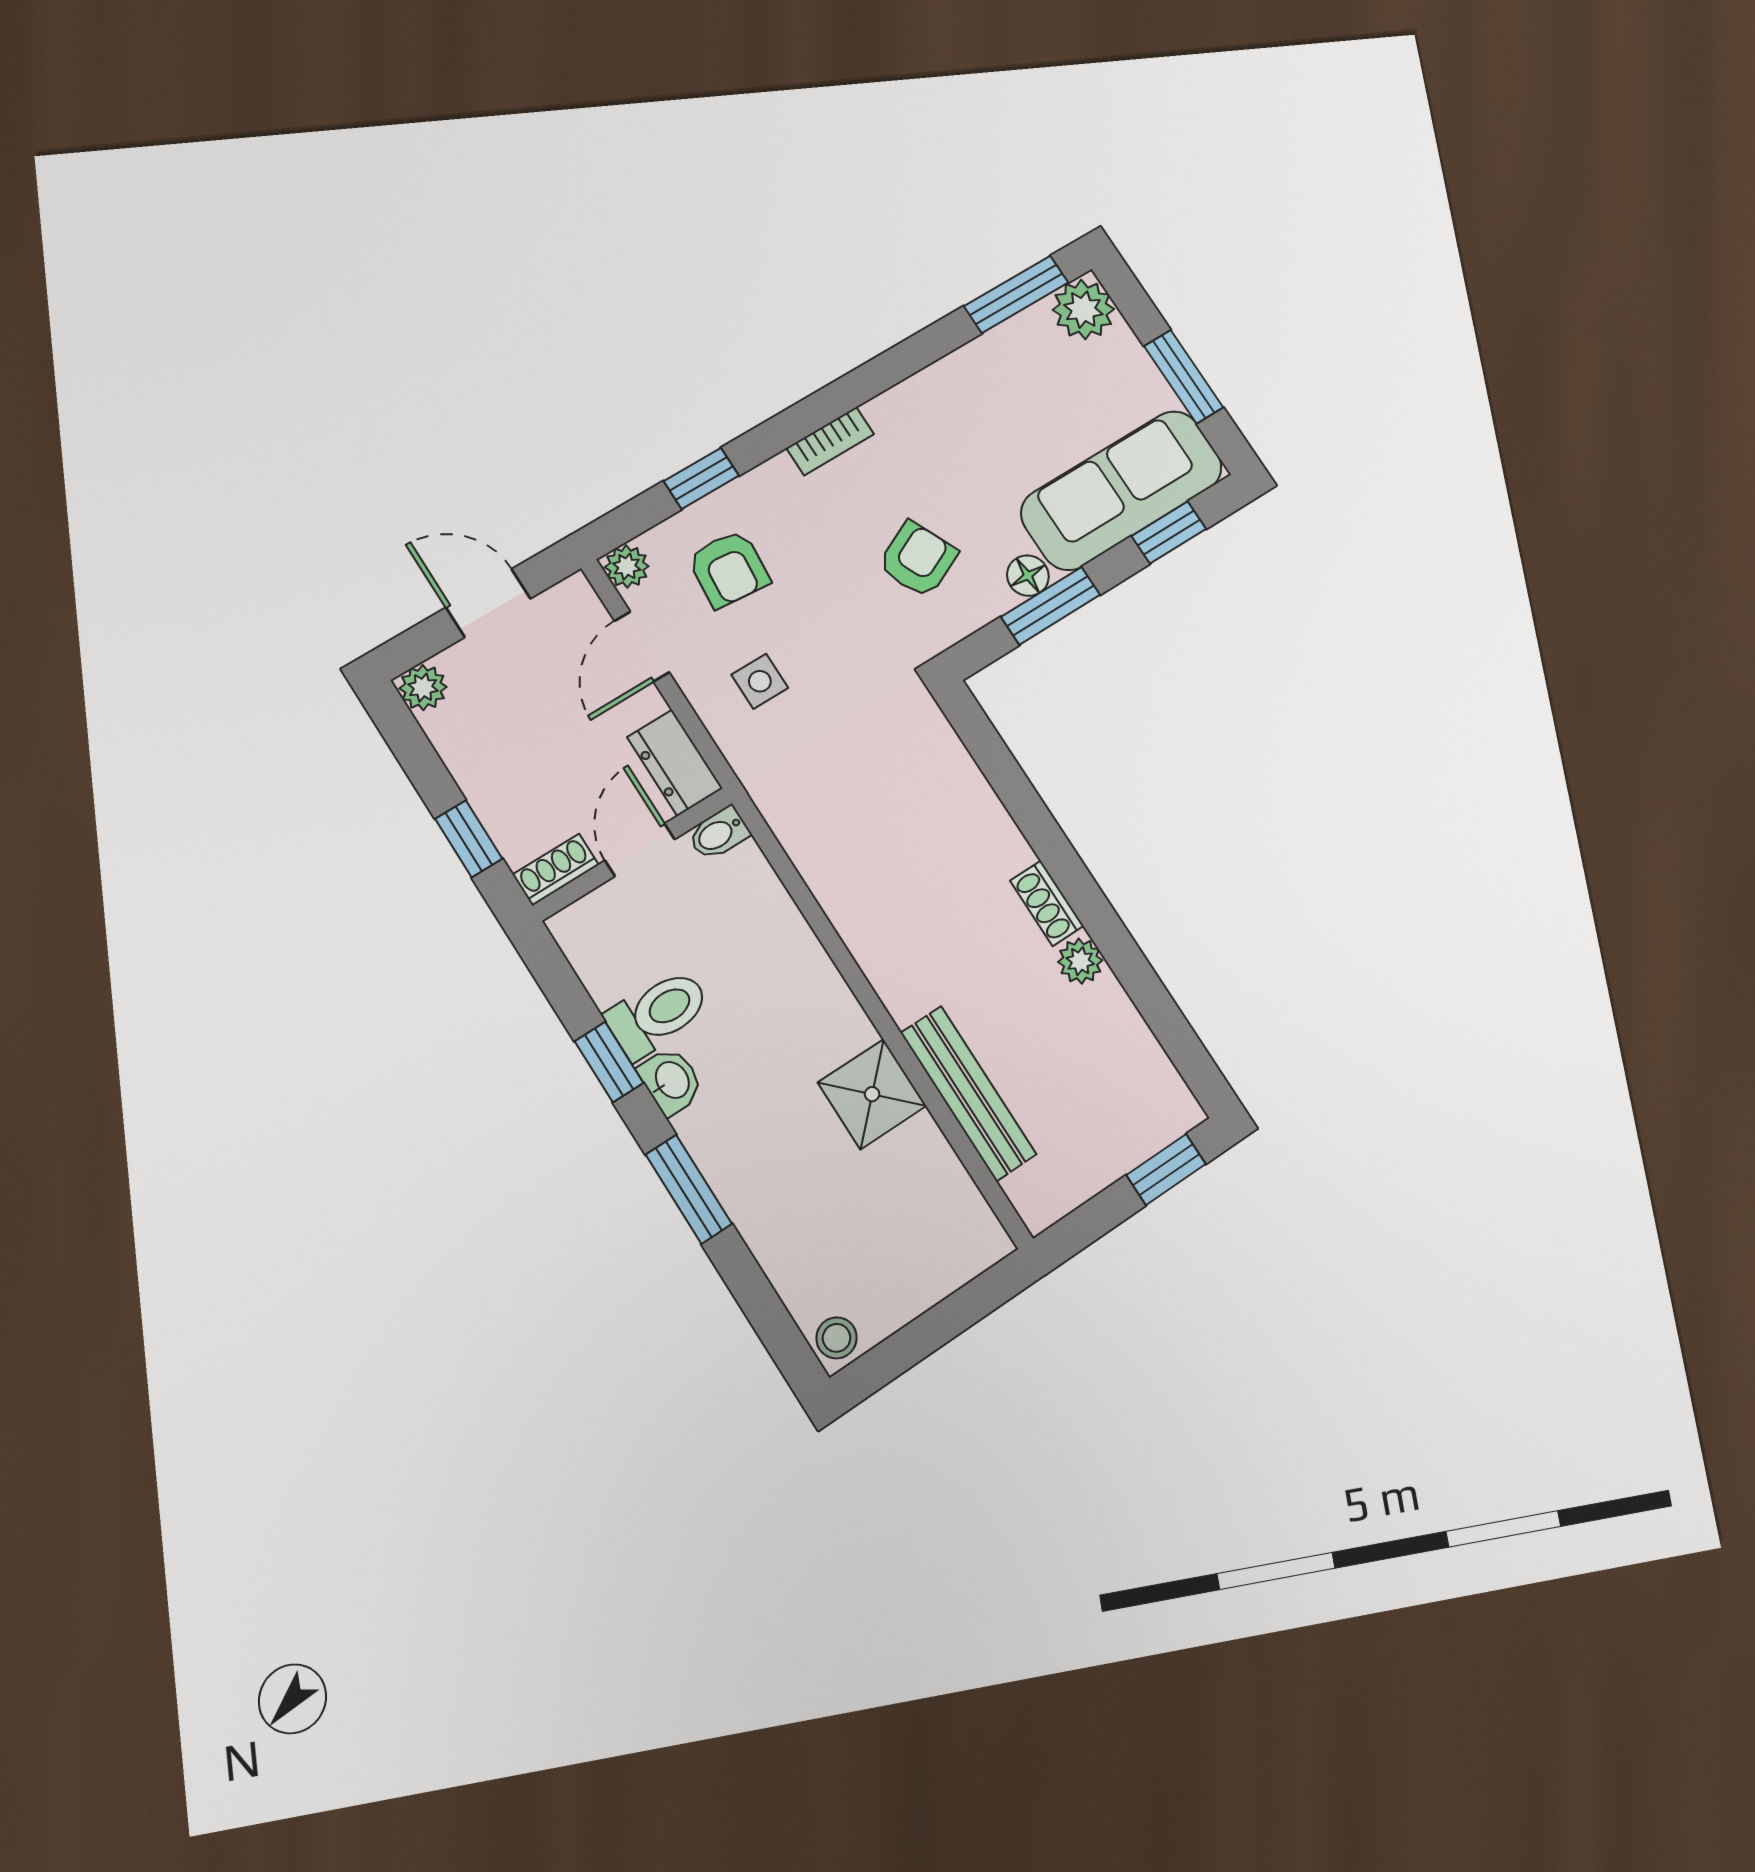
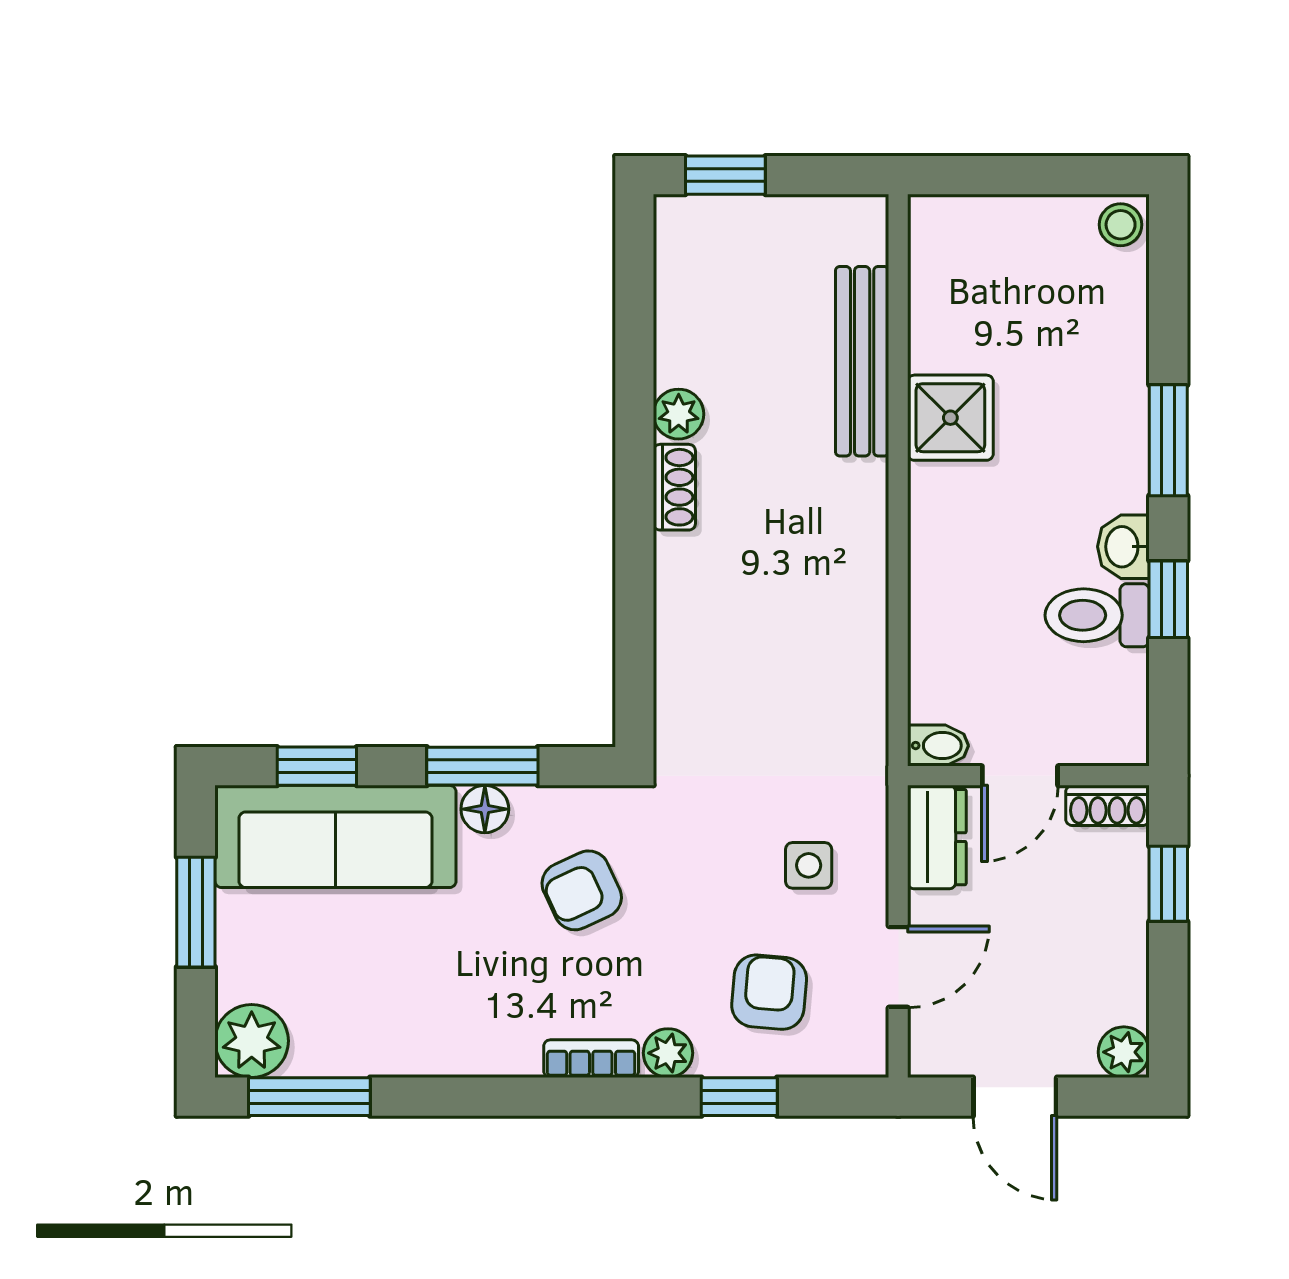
plant: (627, 567) -> (668, 1053), moved

